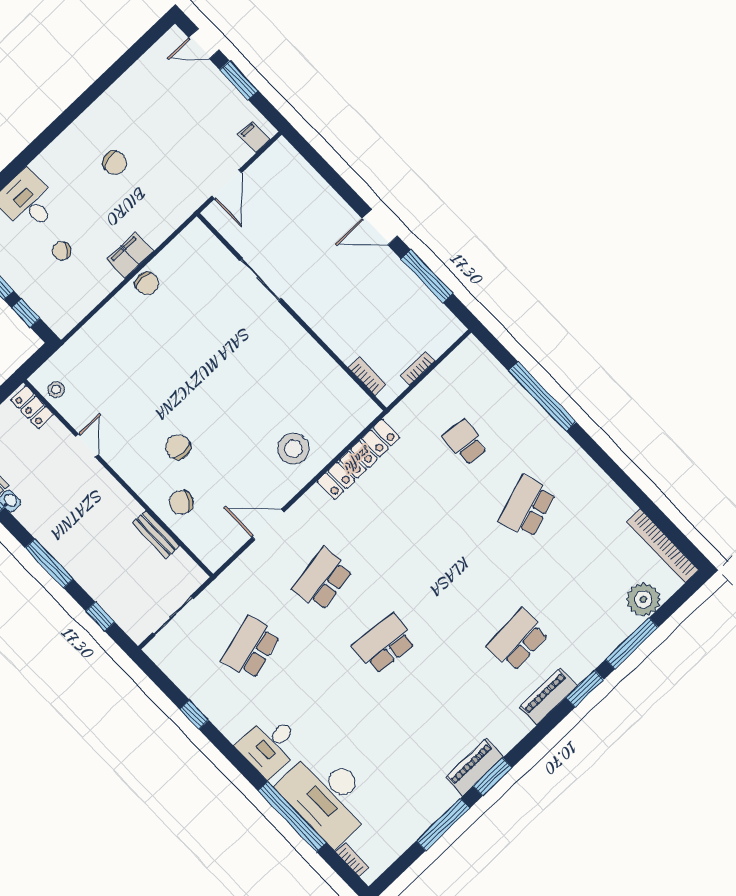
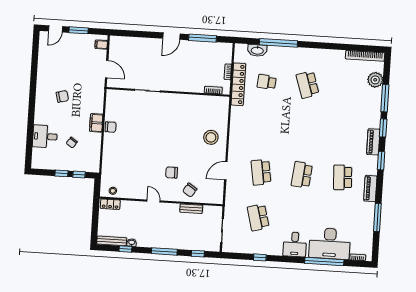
washbasin: (497, 377) -> (257, 50), added
door: (87, 446) -> (153, 201), moved
locker: (358, 459) -> (238, 84), moved
school desk: (518, 640) -> (343, 177), moved
window: (493, 777) -> (381, 161), moved

